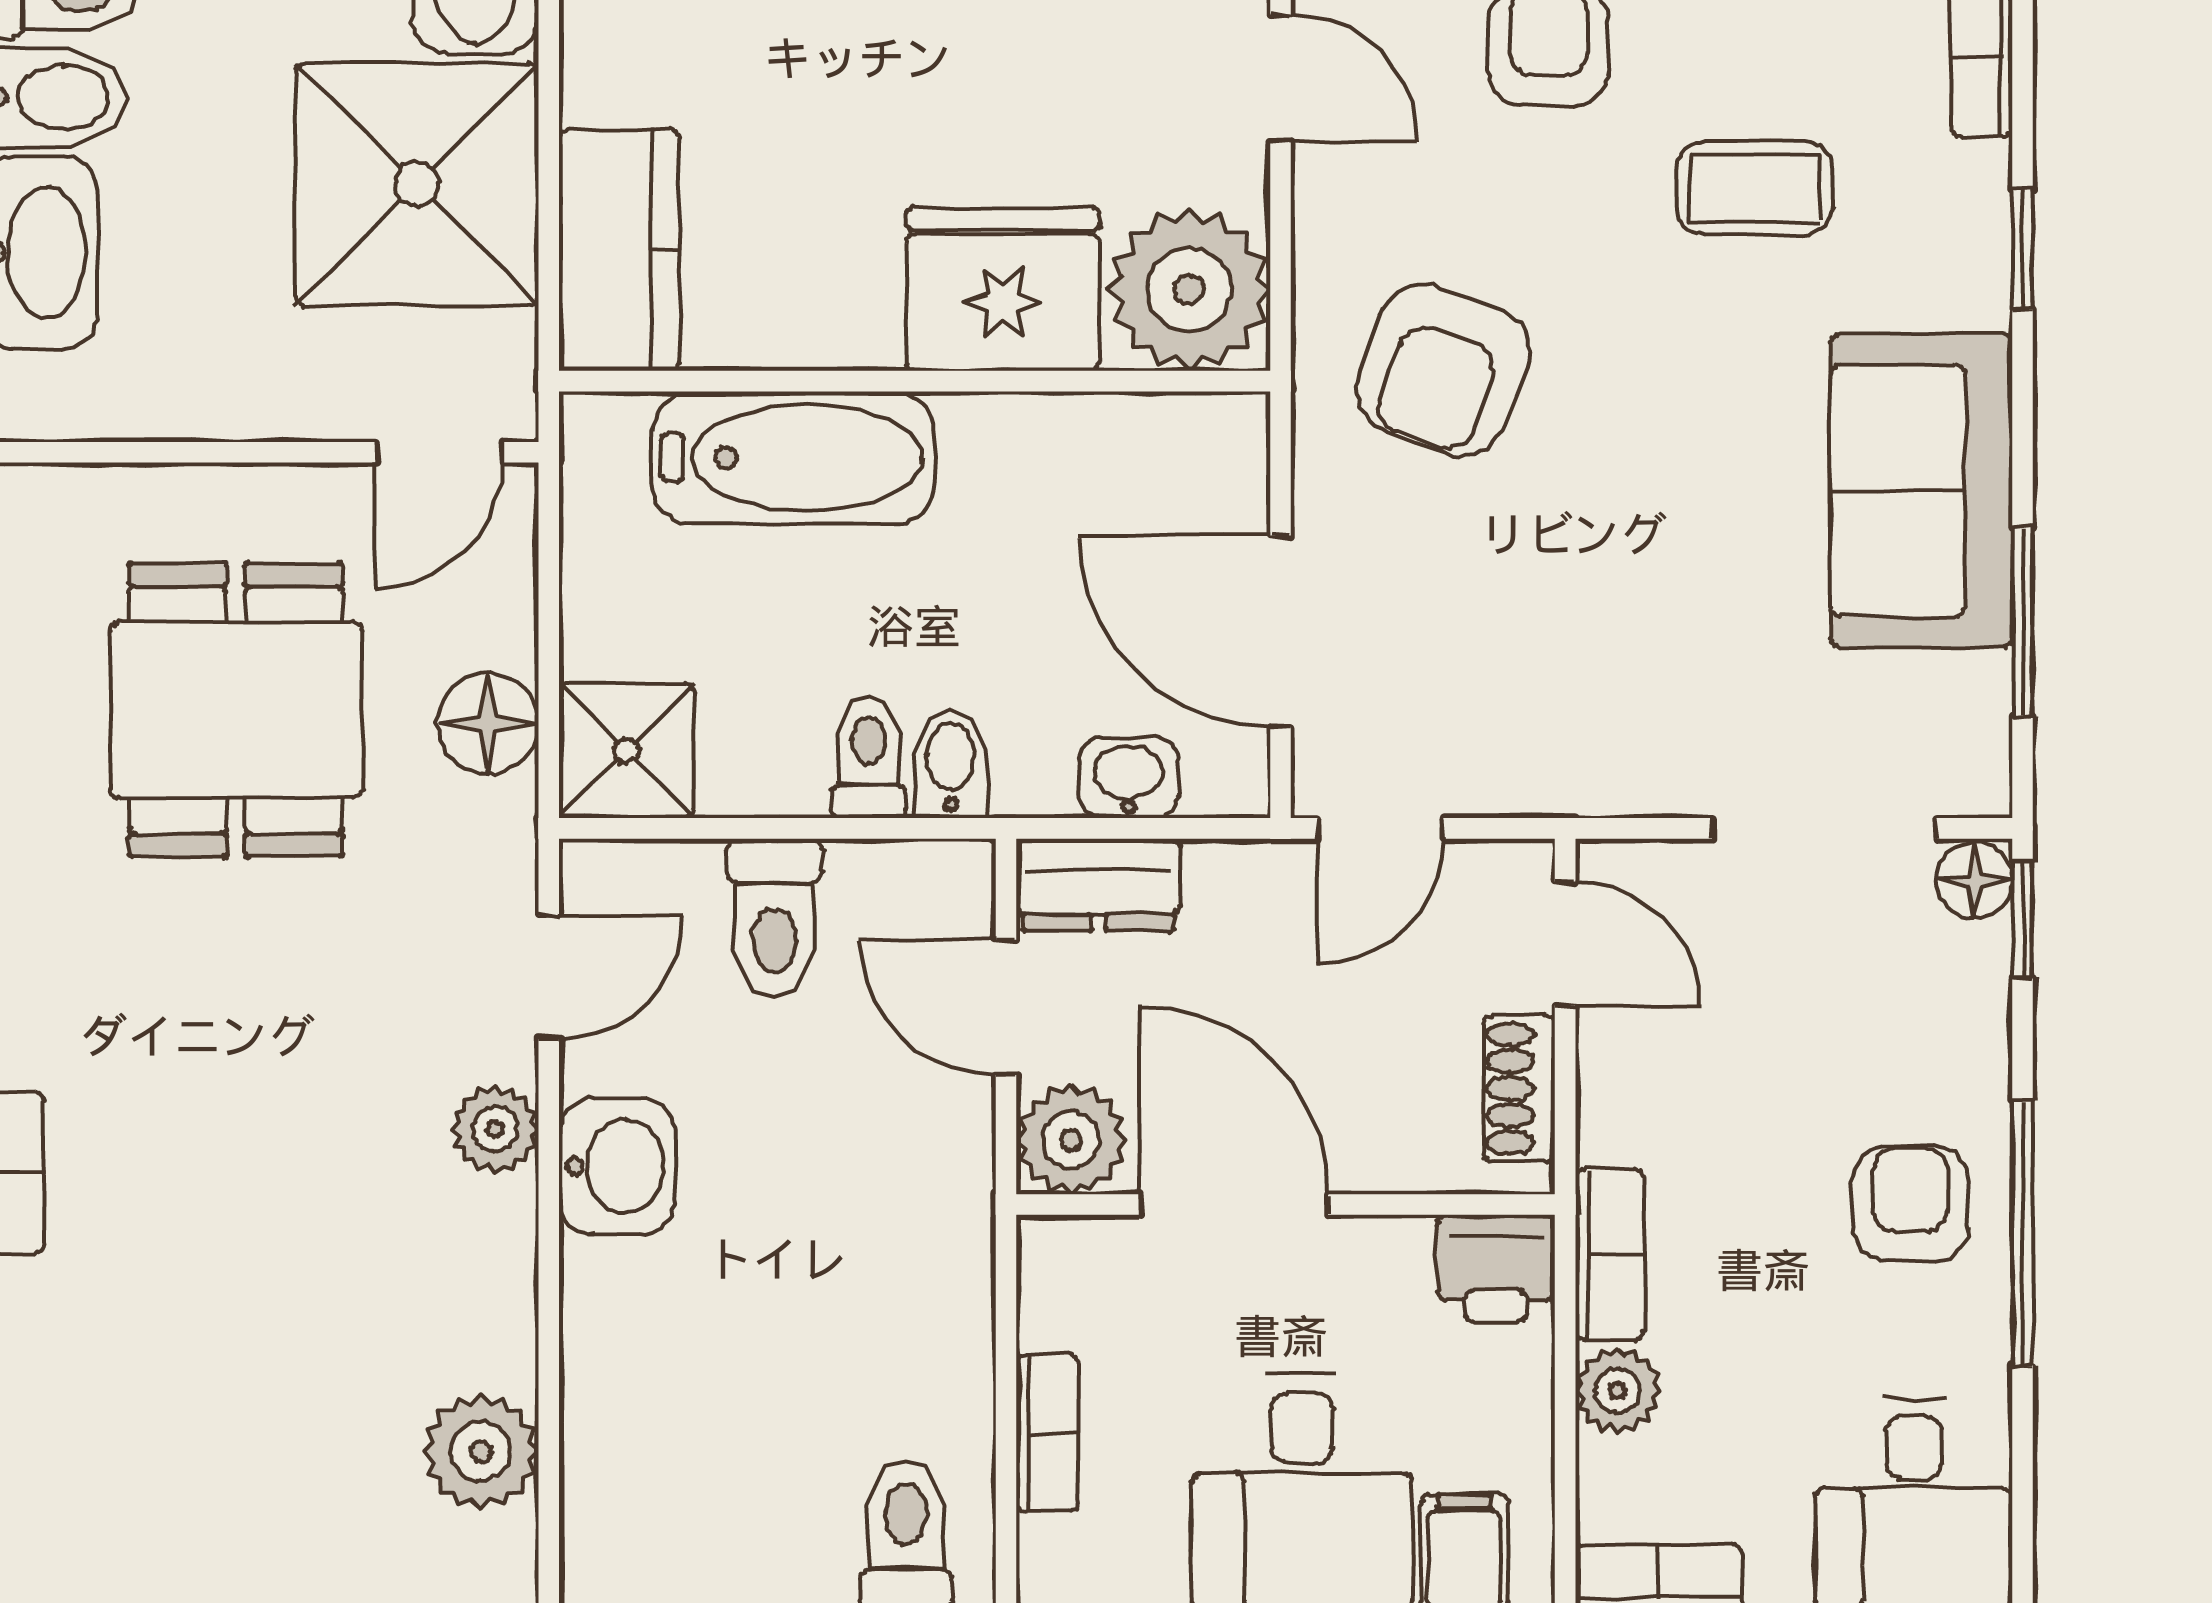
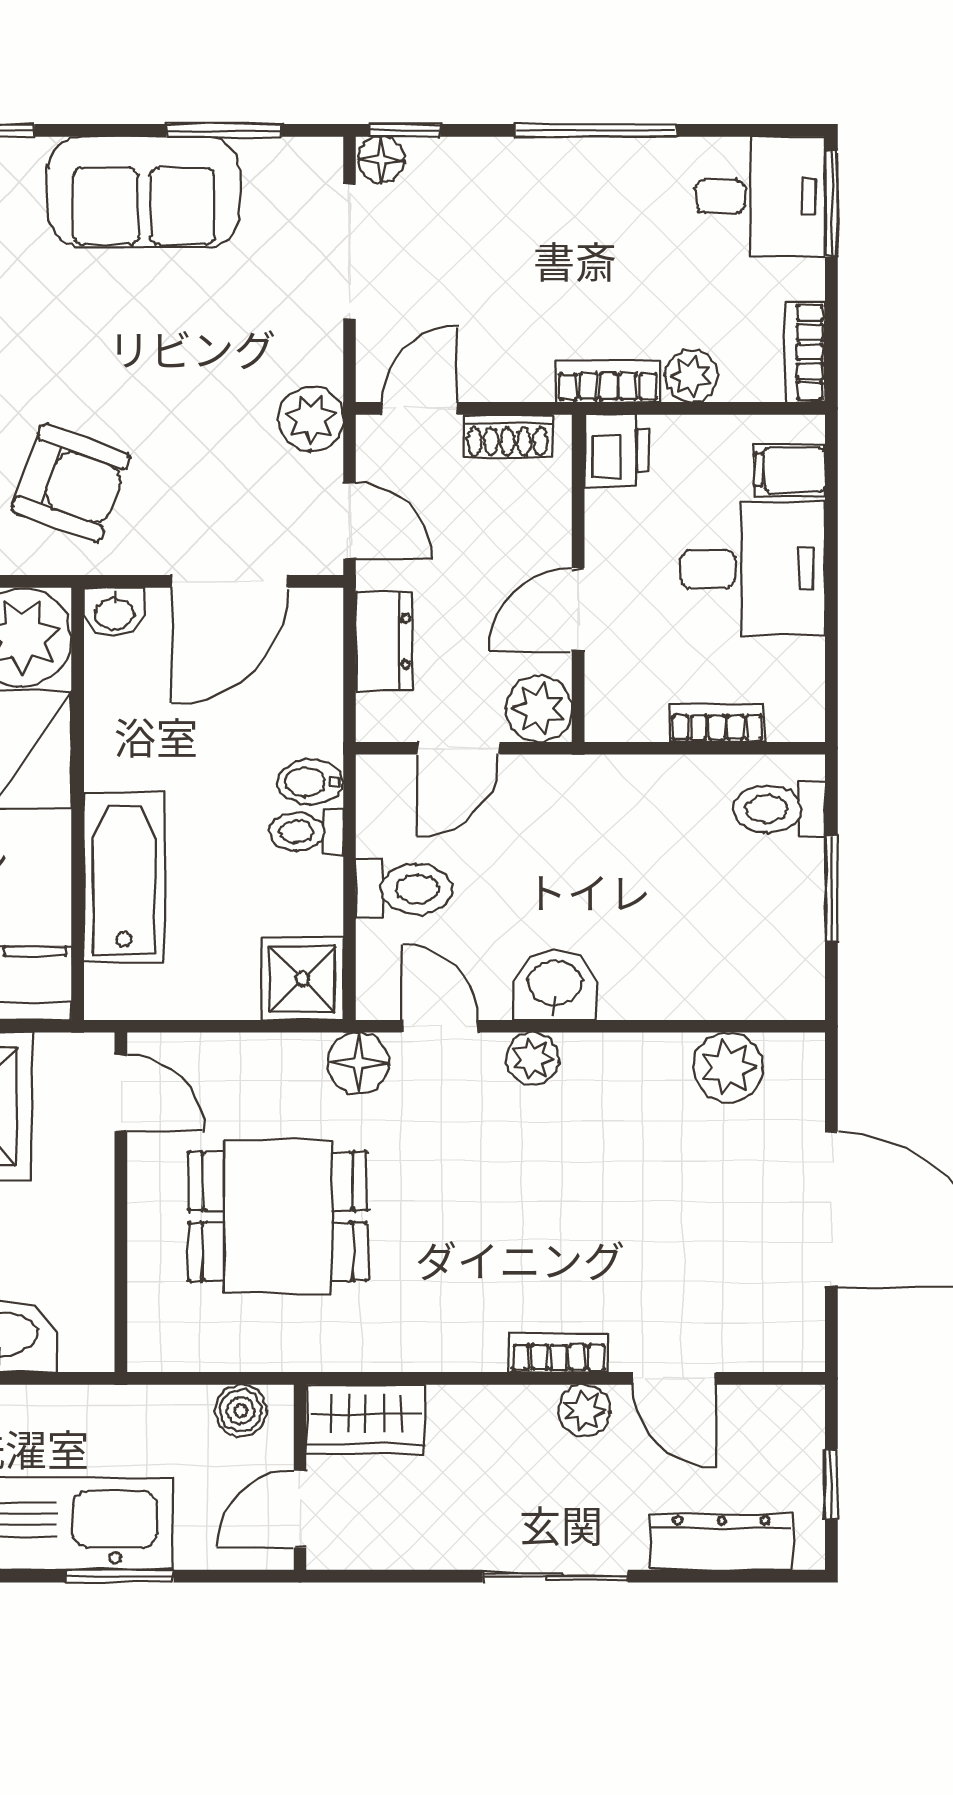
floor lamp: (488, 723) -> (358, 1063), moved
plant: (1548, 765) -> (311, 419), added
washbasin: (1129, 778) -> (114, 612), moved, turned -90
dresser: (1098, 885) -> (384, 641), moved
armchair: (1910, 1203) -> (577, 199), removed
door: (1234, 1204) -> (578, 610), width x0.73

